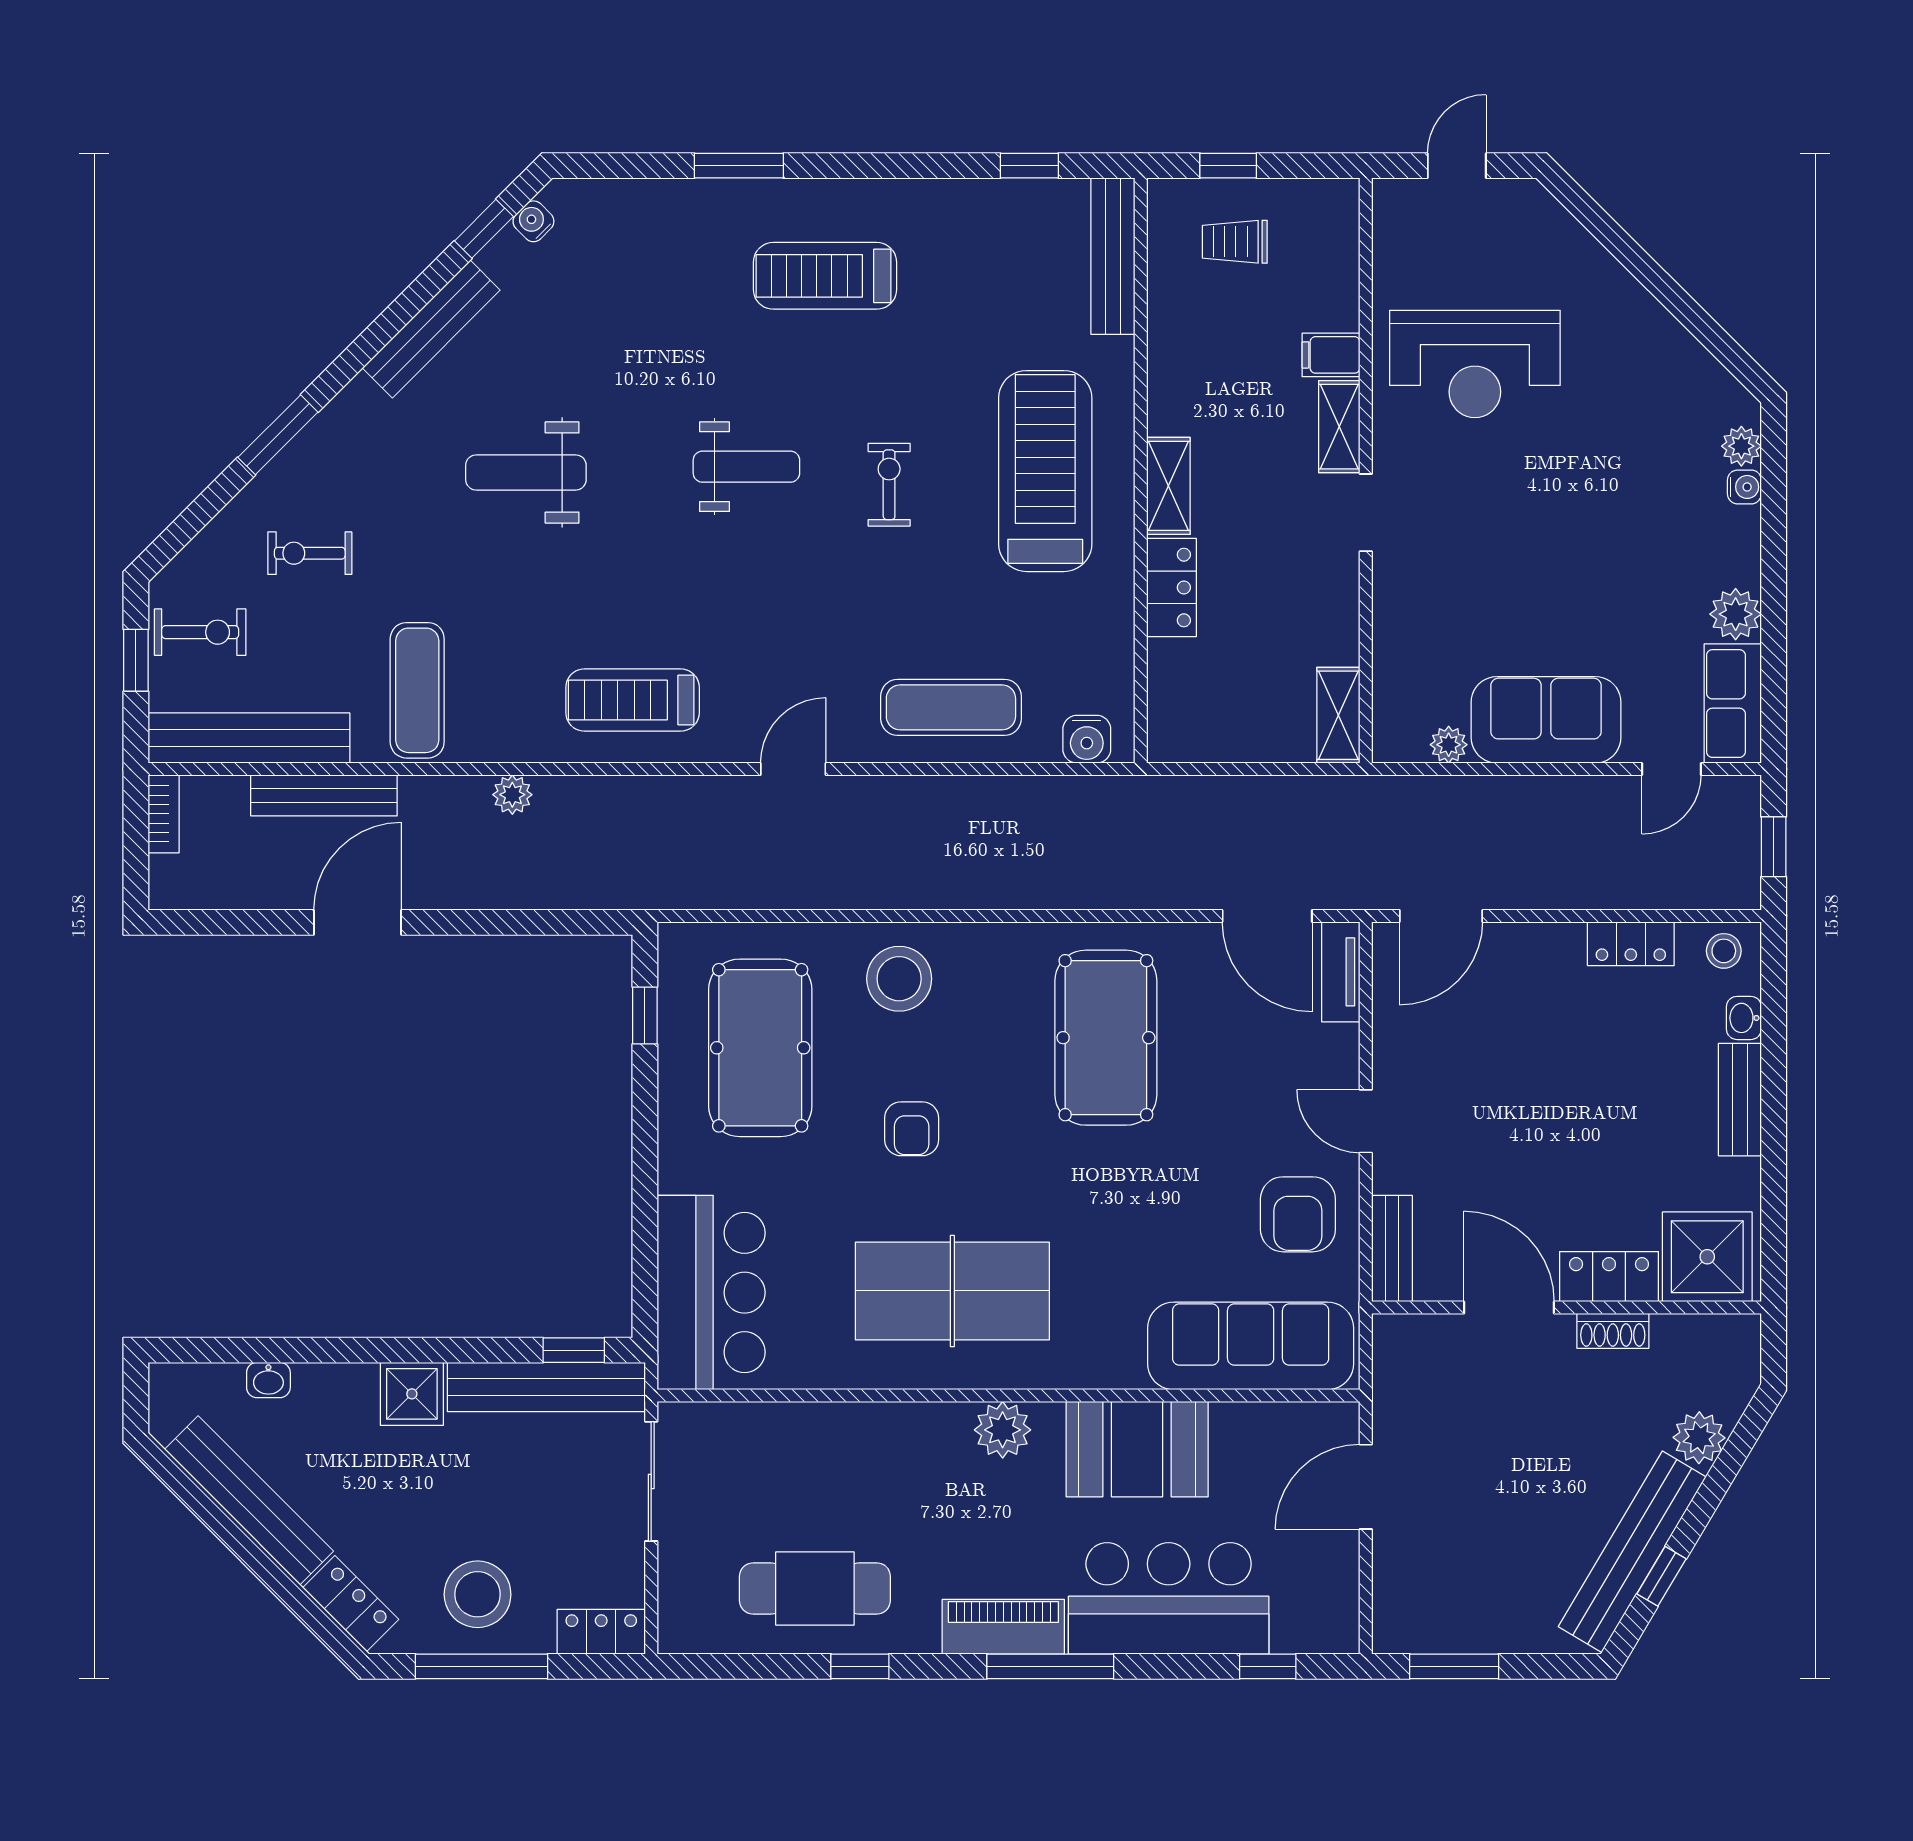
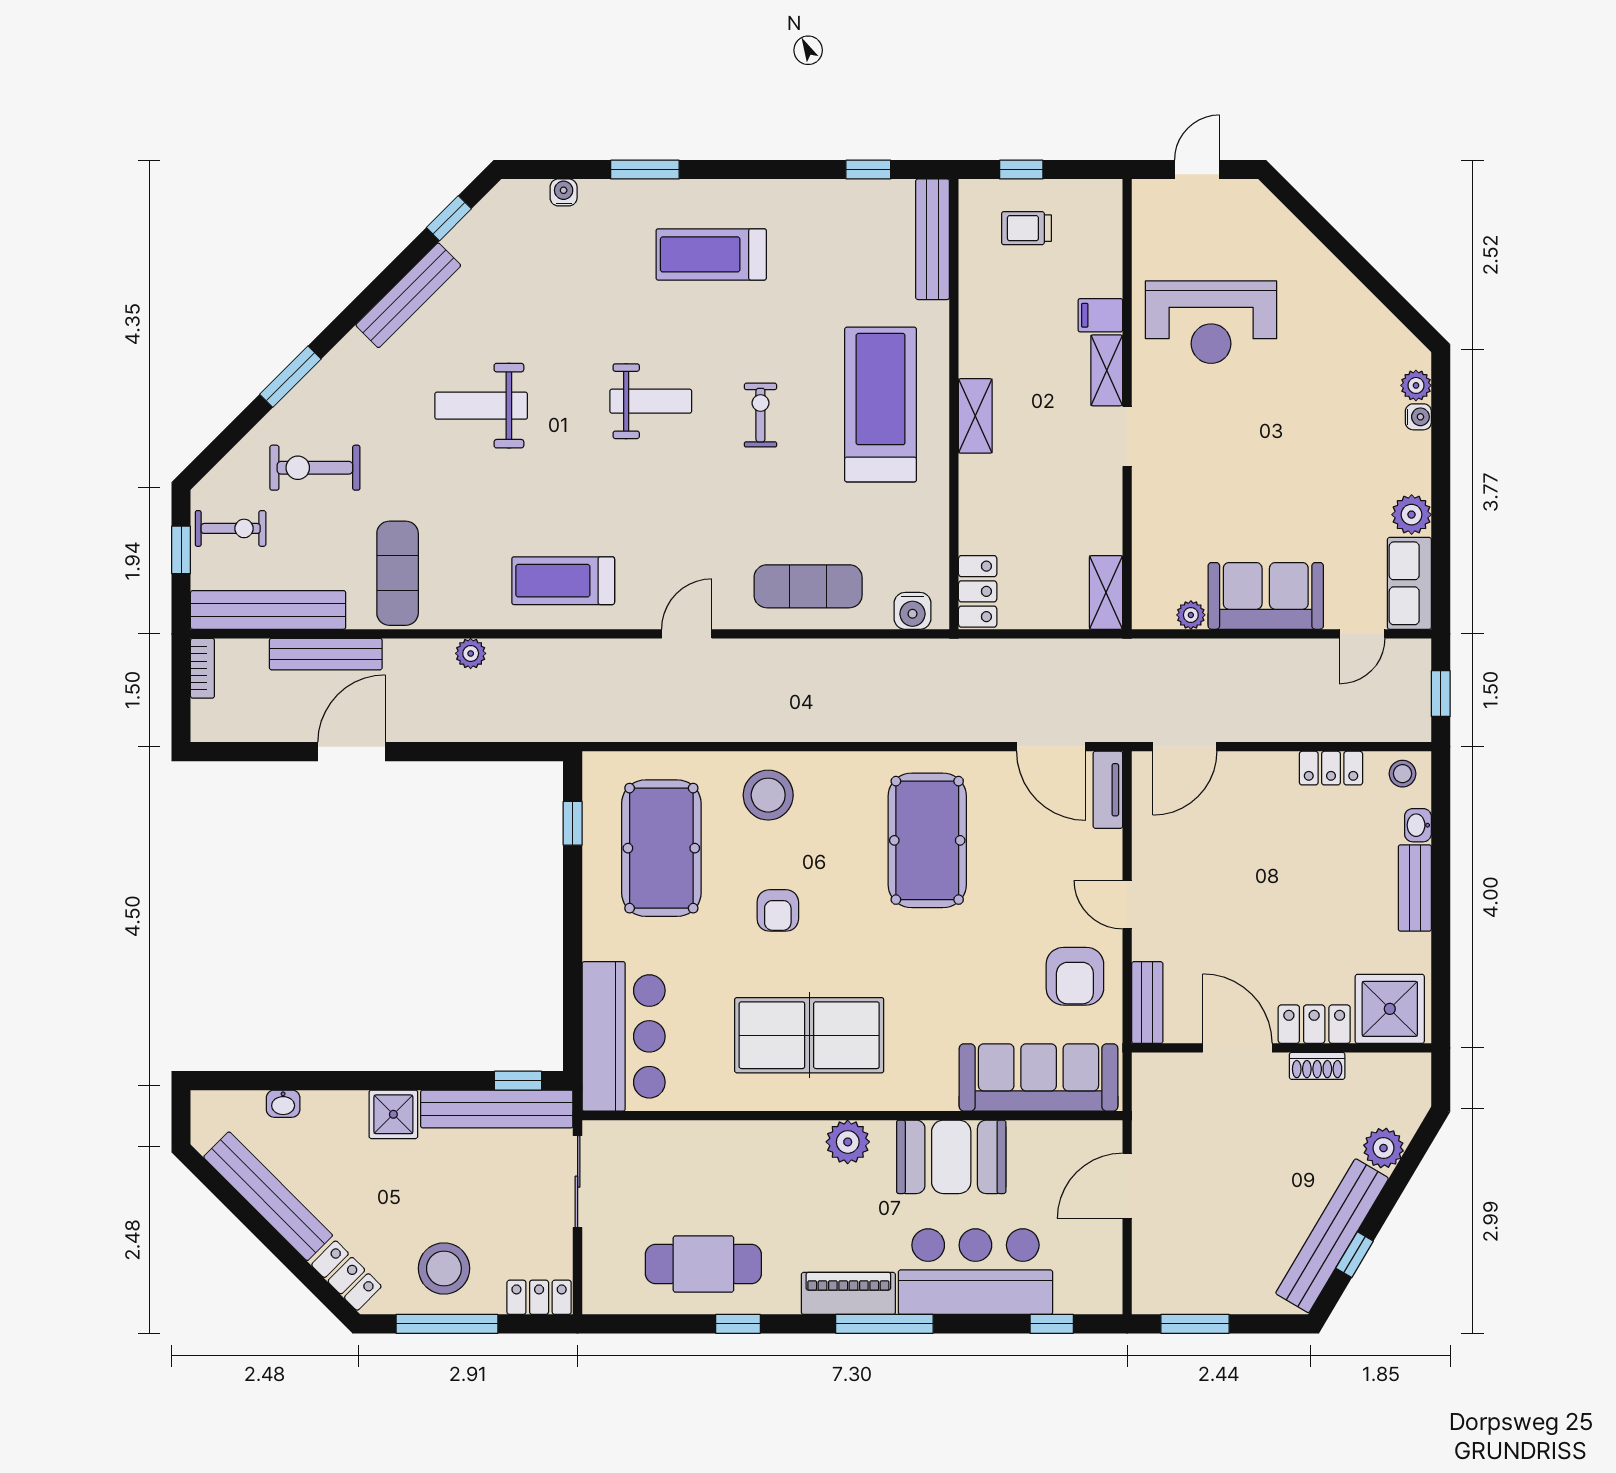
water cooler: (533, 221) -> (564, 192), moved, turned 45
exercise bike: (310, 553) -> (315, 468), width x1.38, depth x1.39
locker: (1171, 587) -> (978, 591), moved

